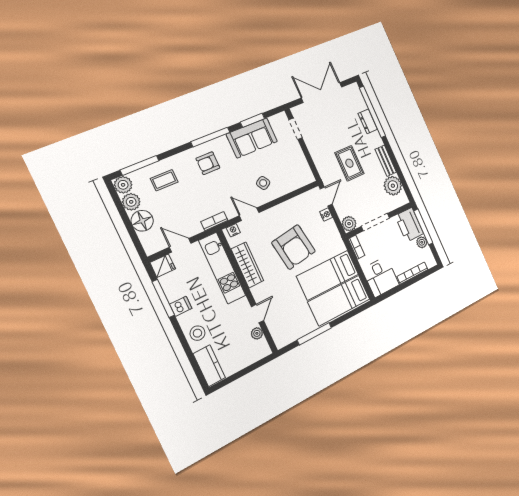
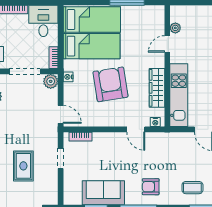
doorway: (296, 129) -> (61, 158), moved
armchair: (208, 163) -> (151, 187), turned 180
rug: (349, 163) -> (23, 166), moved
side table: (263, 183) -> (112, 150), removed
door: (326, 197) -> (61, 114), swing flipped
nightstand: (326, 215) -> (68, 77), moved
bookcase: (214, 221) -> (81, 137), moved

